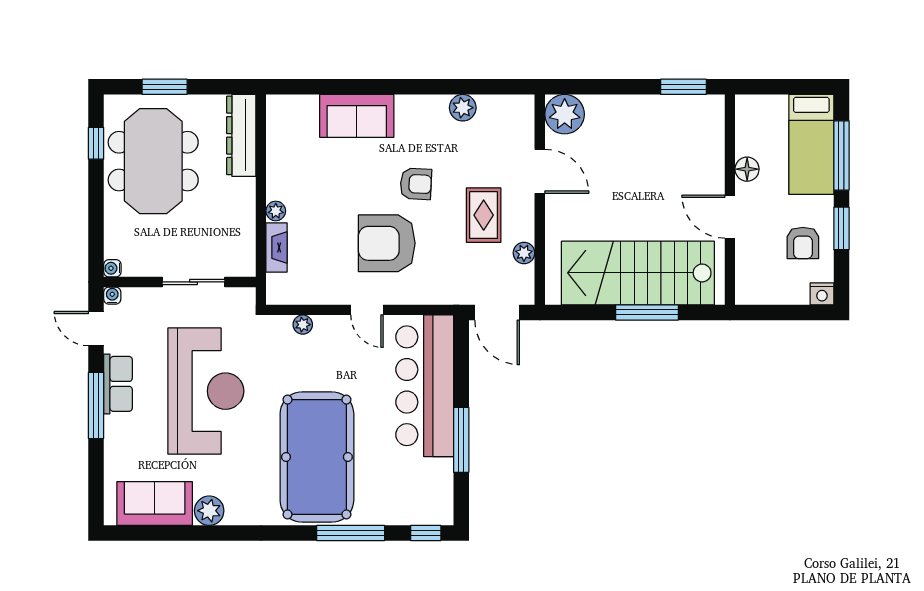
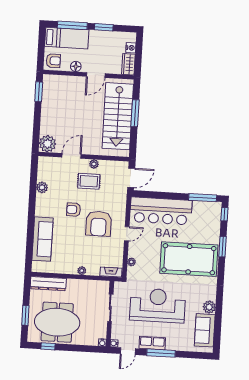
sofa: (357, 116) -> (42, 239), width x1.36
armchair: (416, 184) -> (74, 210), turned -93
armchair: (803, 243) -> (53, 61), moved
fireplace: (276, 247) -> (111, 272), moved
plant: (524, 253) -> (94, 164), moved
wardrobe: (759, 291) -> (128, 64), added
nightstand: (822, 294) -> (131, 48), moved
window: (461, 440) -> (203, 198), moved
window: (351, 533) -> (222, 247), width x0.69

